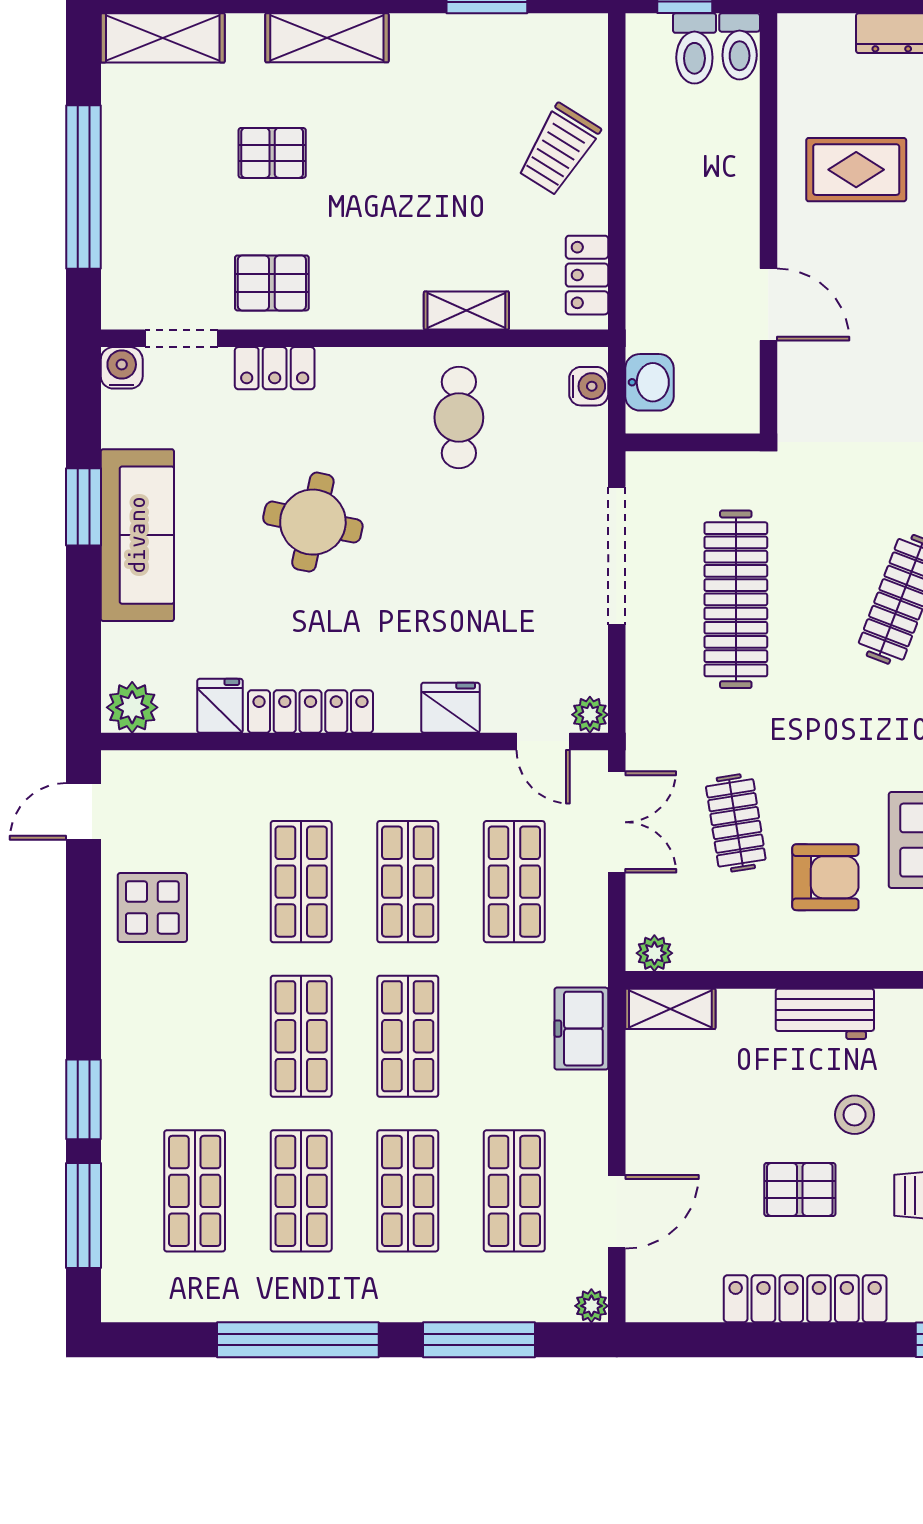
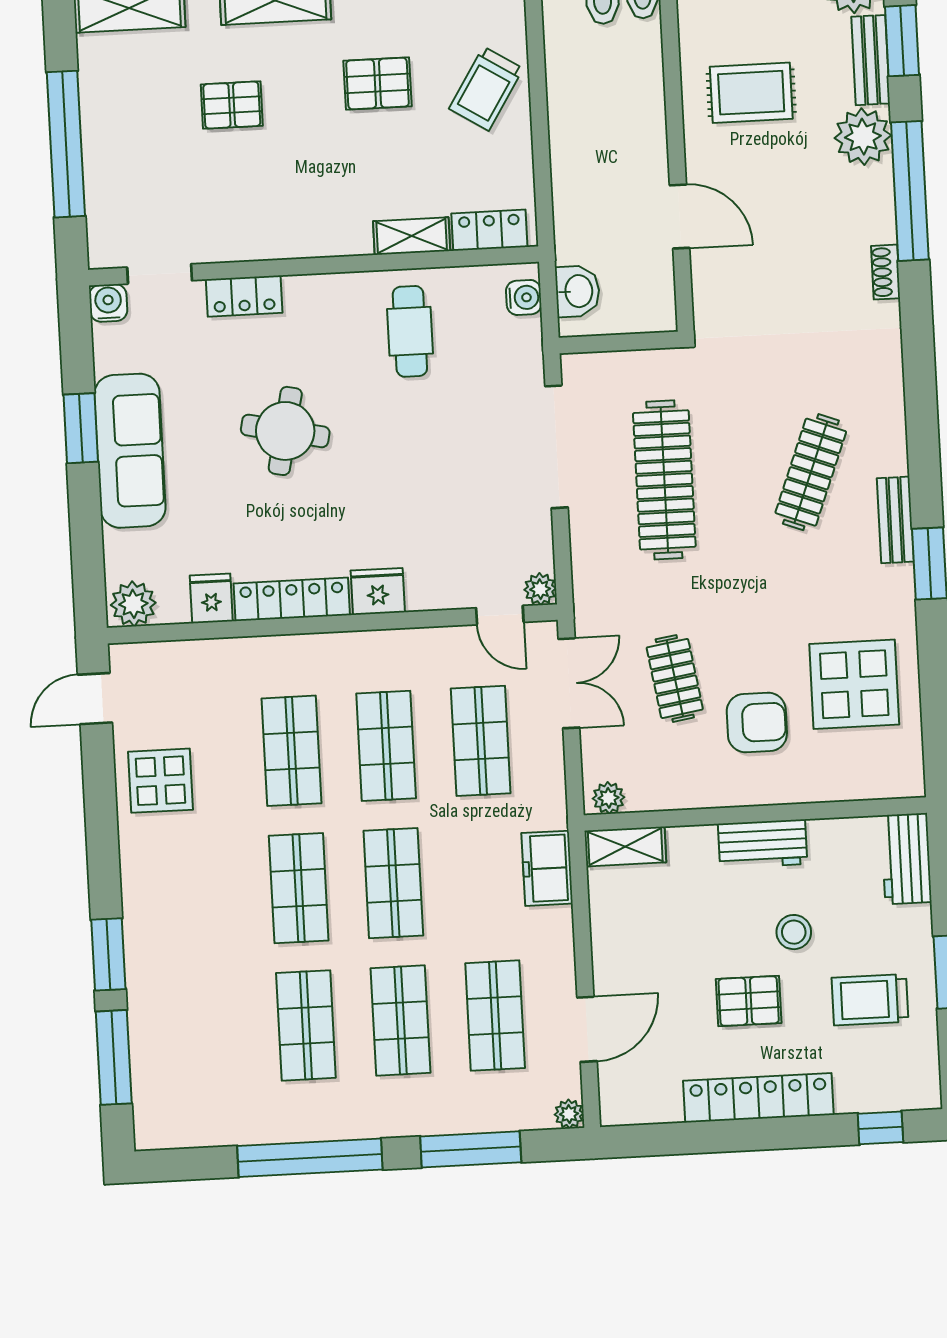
locker: (587, 275) -> (489, 230), moved, turned 90
pallet: (272, 283) -> (378, 83), moved
fridge: (450, 708) -> (378, 591), moved
shop shelf: (195, 1191) -> (211, 1030), removed

